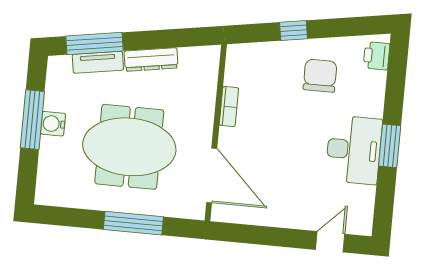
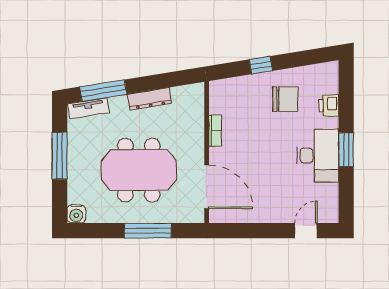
printer: (377, 56) -> (329, 106), moved
tv unit: (98, 62) -> (88, 108), moved
chair: (320, 76) -> (285, 99), turned 90
water cooler: (53, 124) -> (76, 214), moved, turned -90

